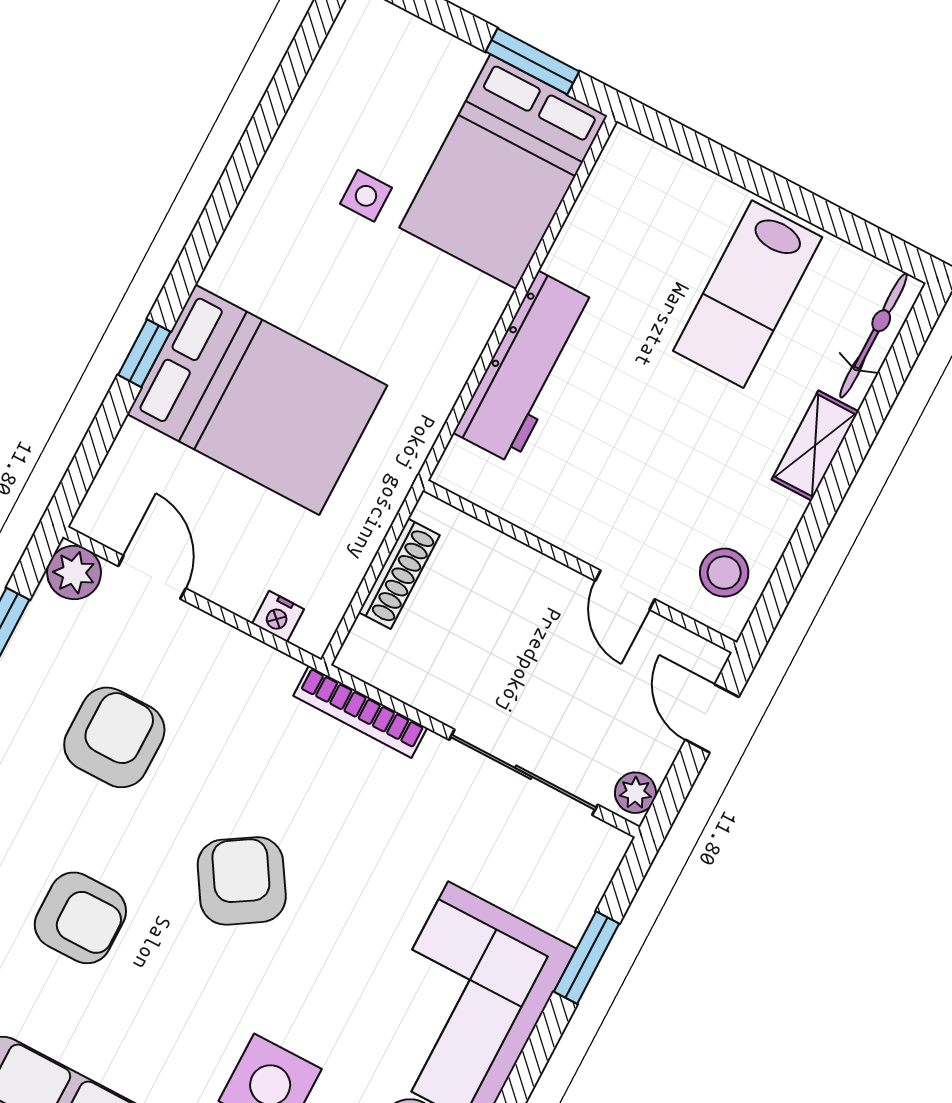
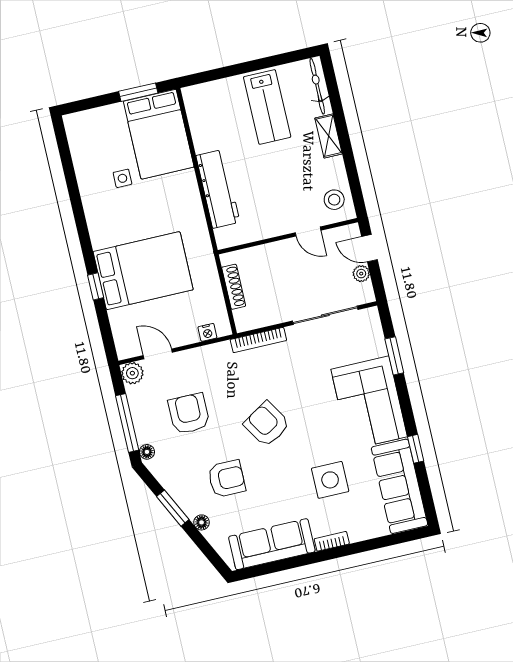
plant: (635, 793) -> (361, 274), moved

